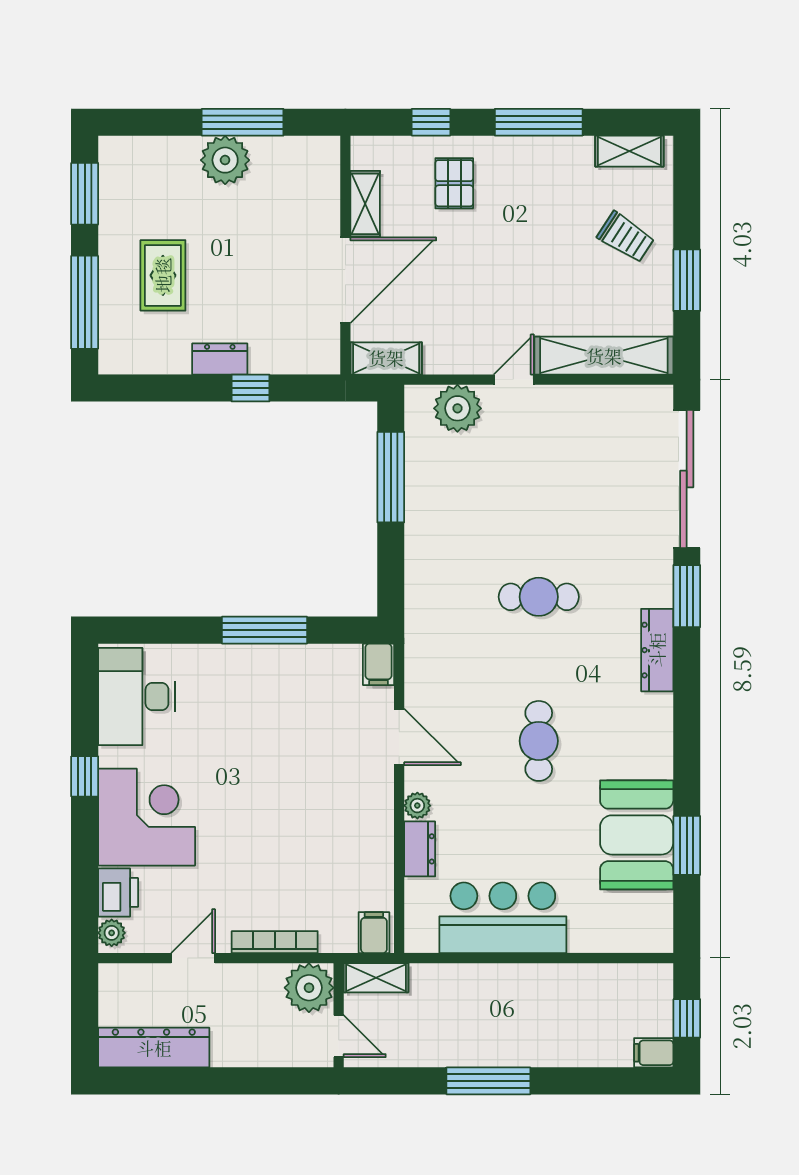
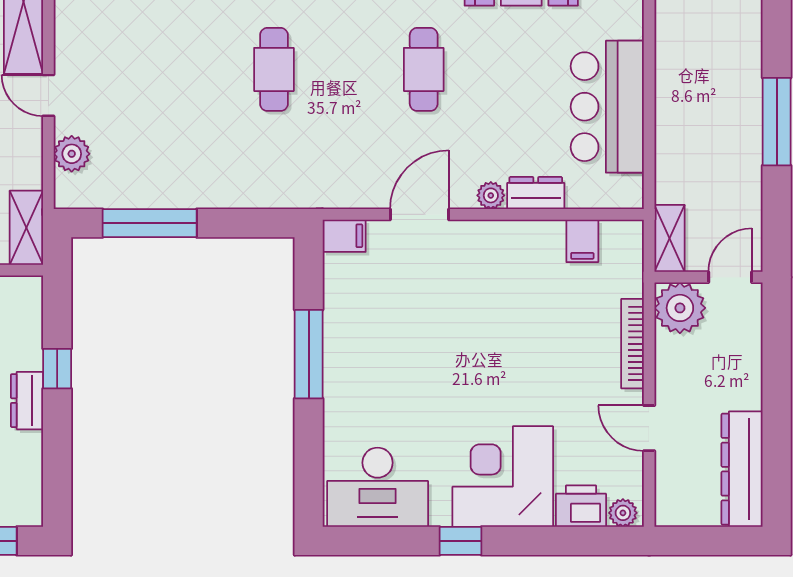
plant: (457, 408) -> (72, 154), width x0.73, depth x0.73
cafe table: (539, 741) -> (424, 69), turned 90
filing cabinet: (374, 933) -> (582, 241), moved, turned -90

